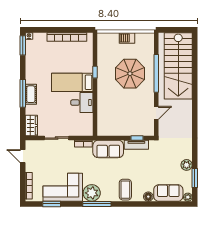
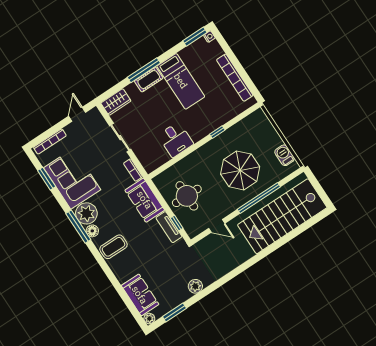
barbecue: (127, 38) -> (284, 155), moved
bed: (72, 82) -> (181, 81), moved, turned 180
round table: (124, 120) -> (187, 196), added
plant: (187, 165) -> (195, 286), moved
floor lamp: (148, 197) -> (92, 231), moved

